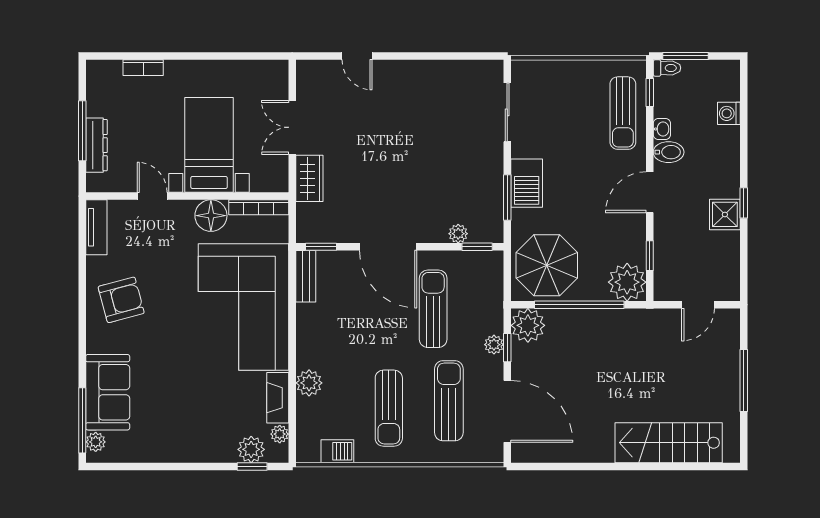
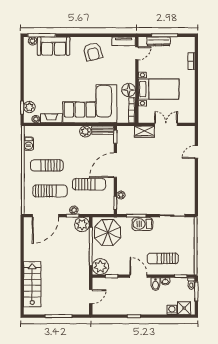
sun lounger: (623, 113) -> (163, 258), moved
door: (152, 196) -> (137, 53), moved
shower: (725, 214) -> (184, 308), moved
door: (698, 305) -> (91, 297), swing flipped
plant: (309, 383) -> (85, 132), moved

